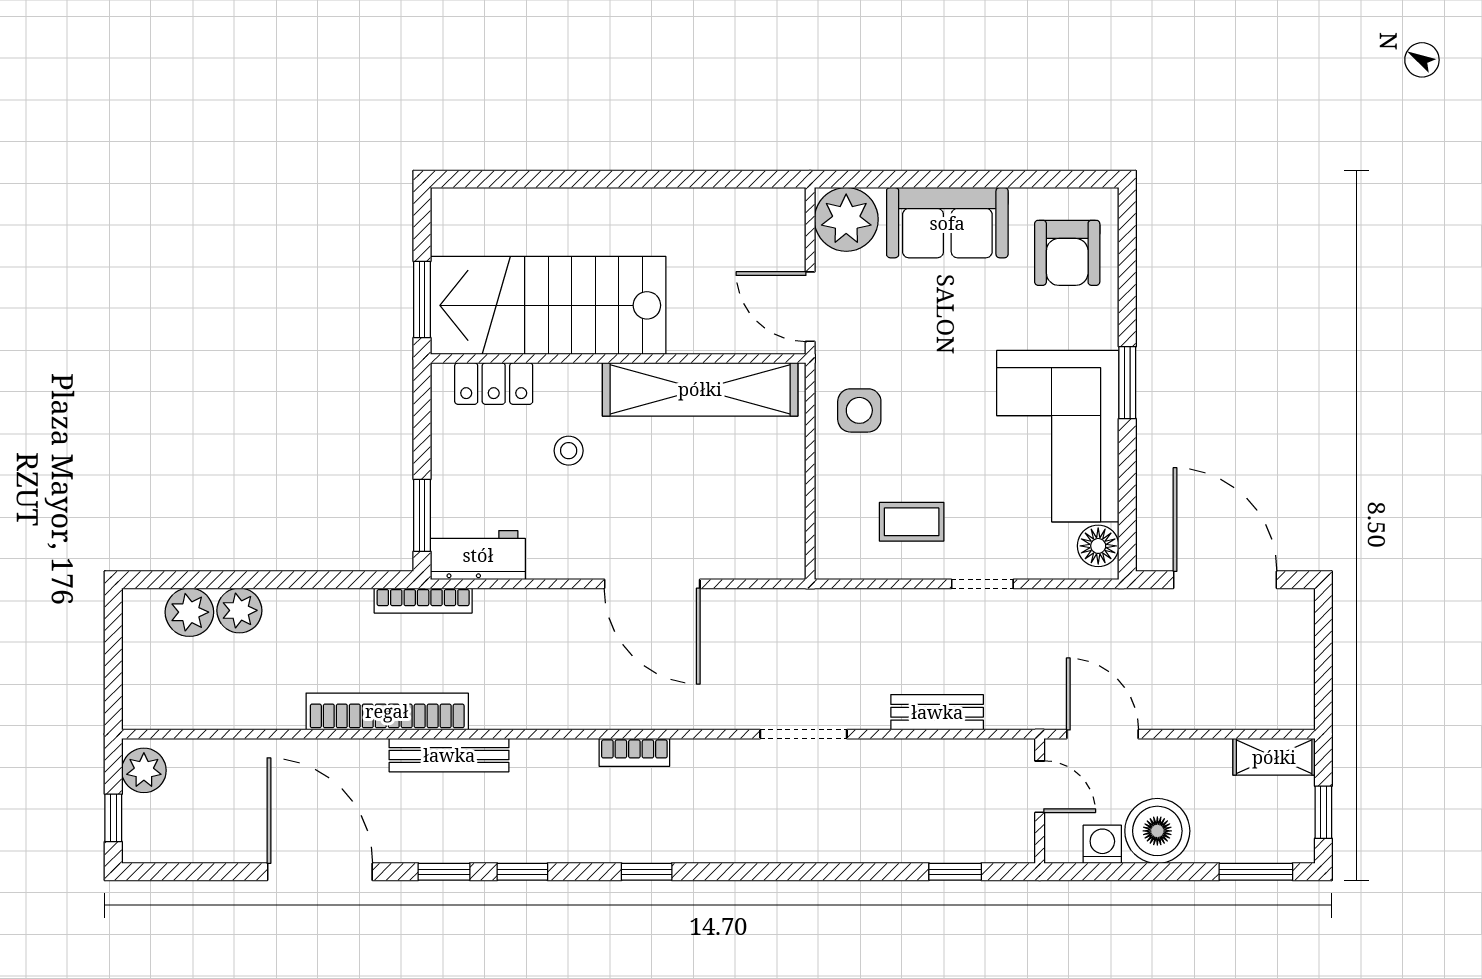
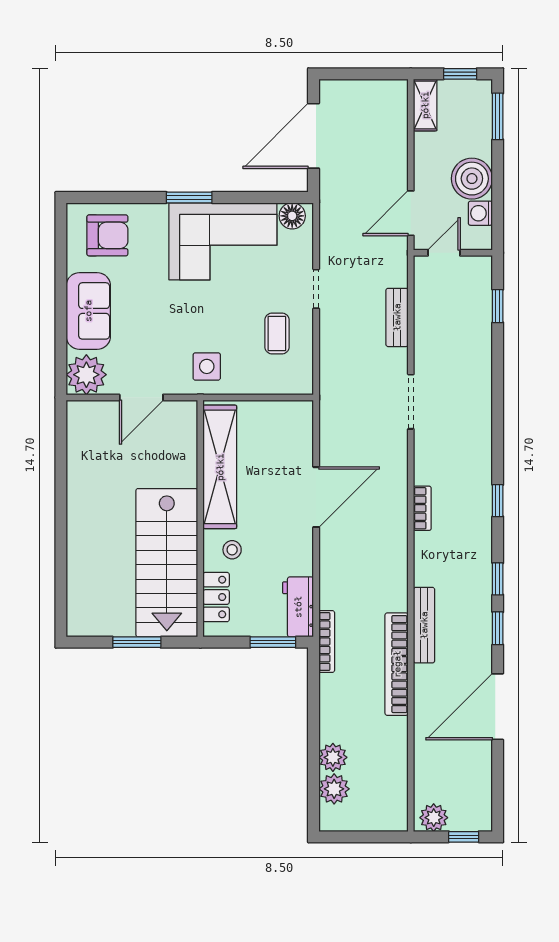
stairs: (548, 305) -> (167, 563), moved
wall: (618, 359) -> (200, 518), moved
locker: (494, 384) -> (216, 597), moved
shelving: (700, 389) -> (220, 467), moved

